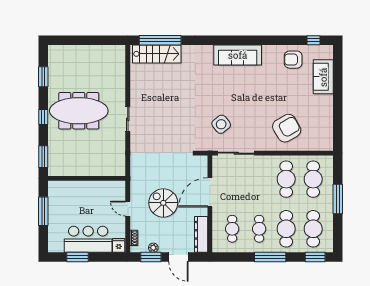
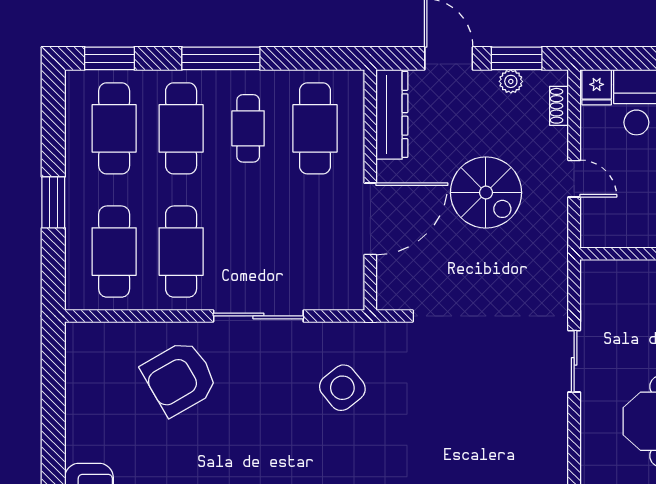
sliding door: (128, 119) -> (574, 361), moved
sliding door: (236, 153) -> (258, 316), moved
window: (338, 199) -> (53, 202), width x0.69
cafe table: (232, 229) -> (315, 128), width x1.37, depth x1.35

